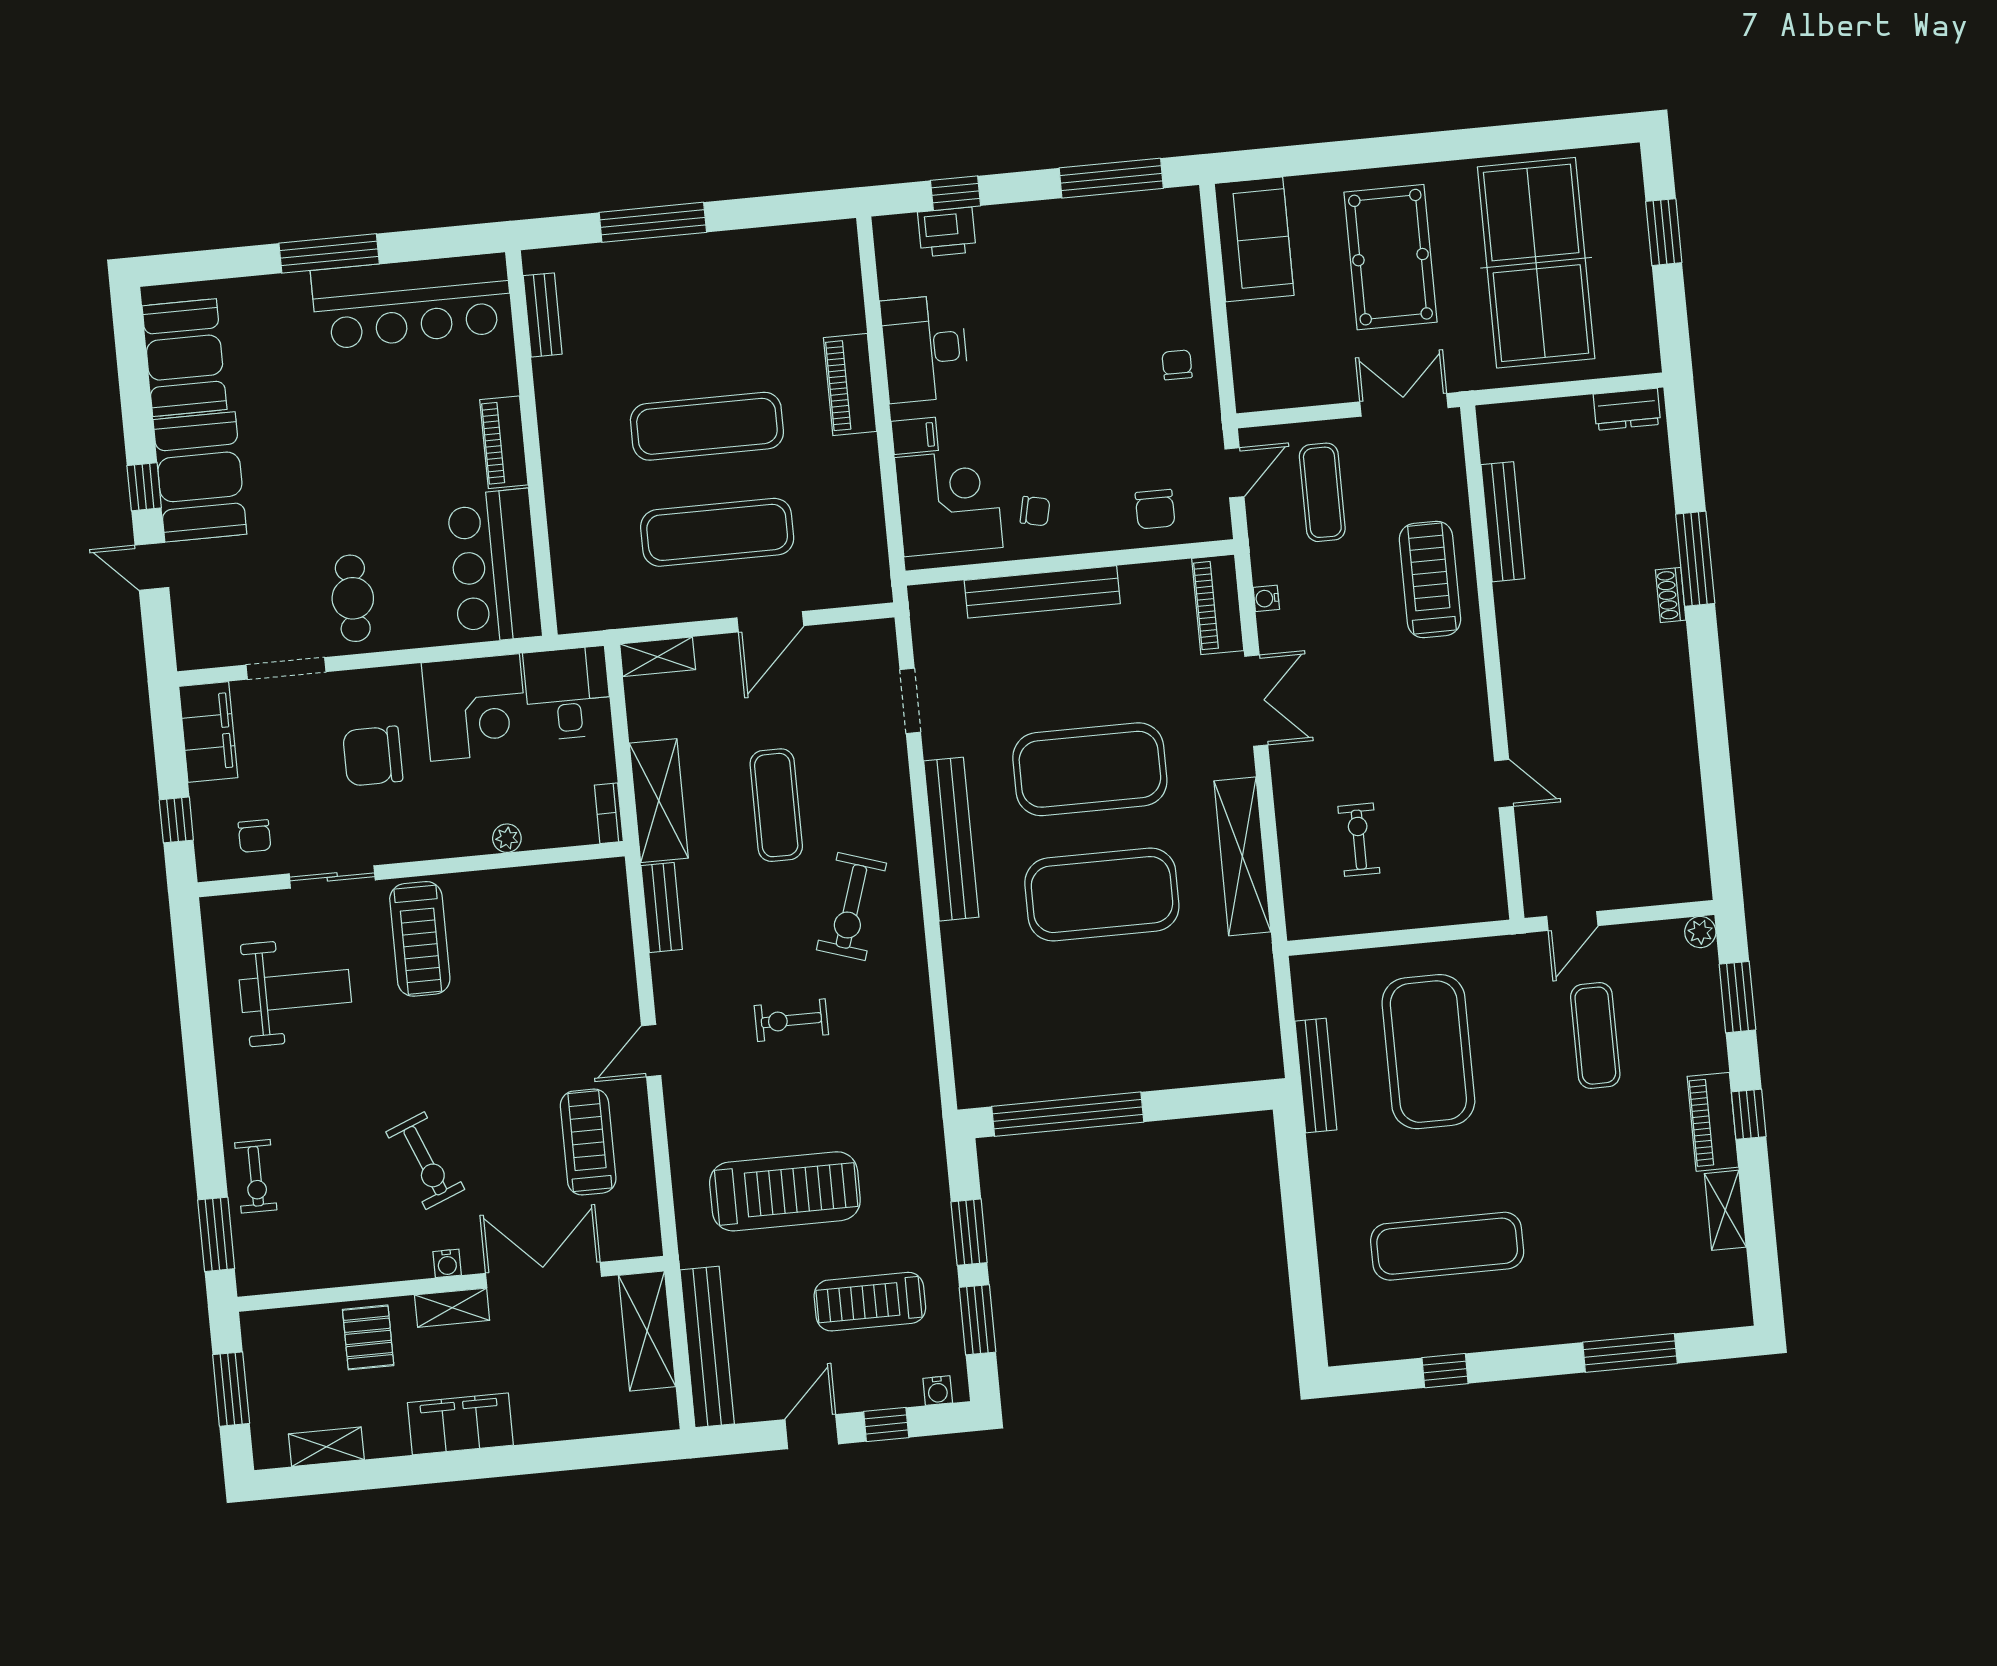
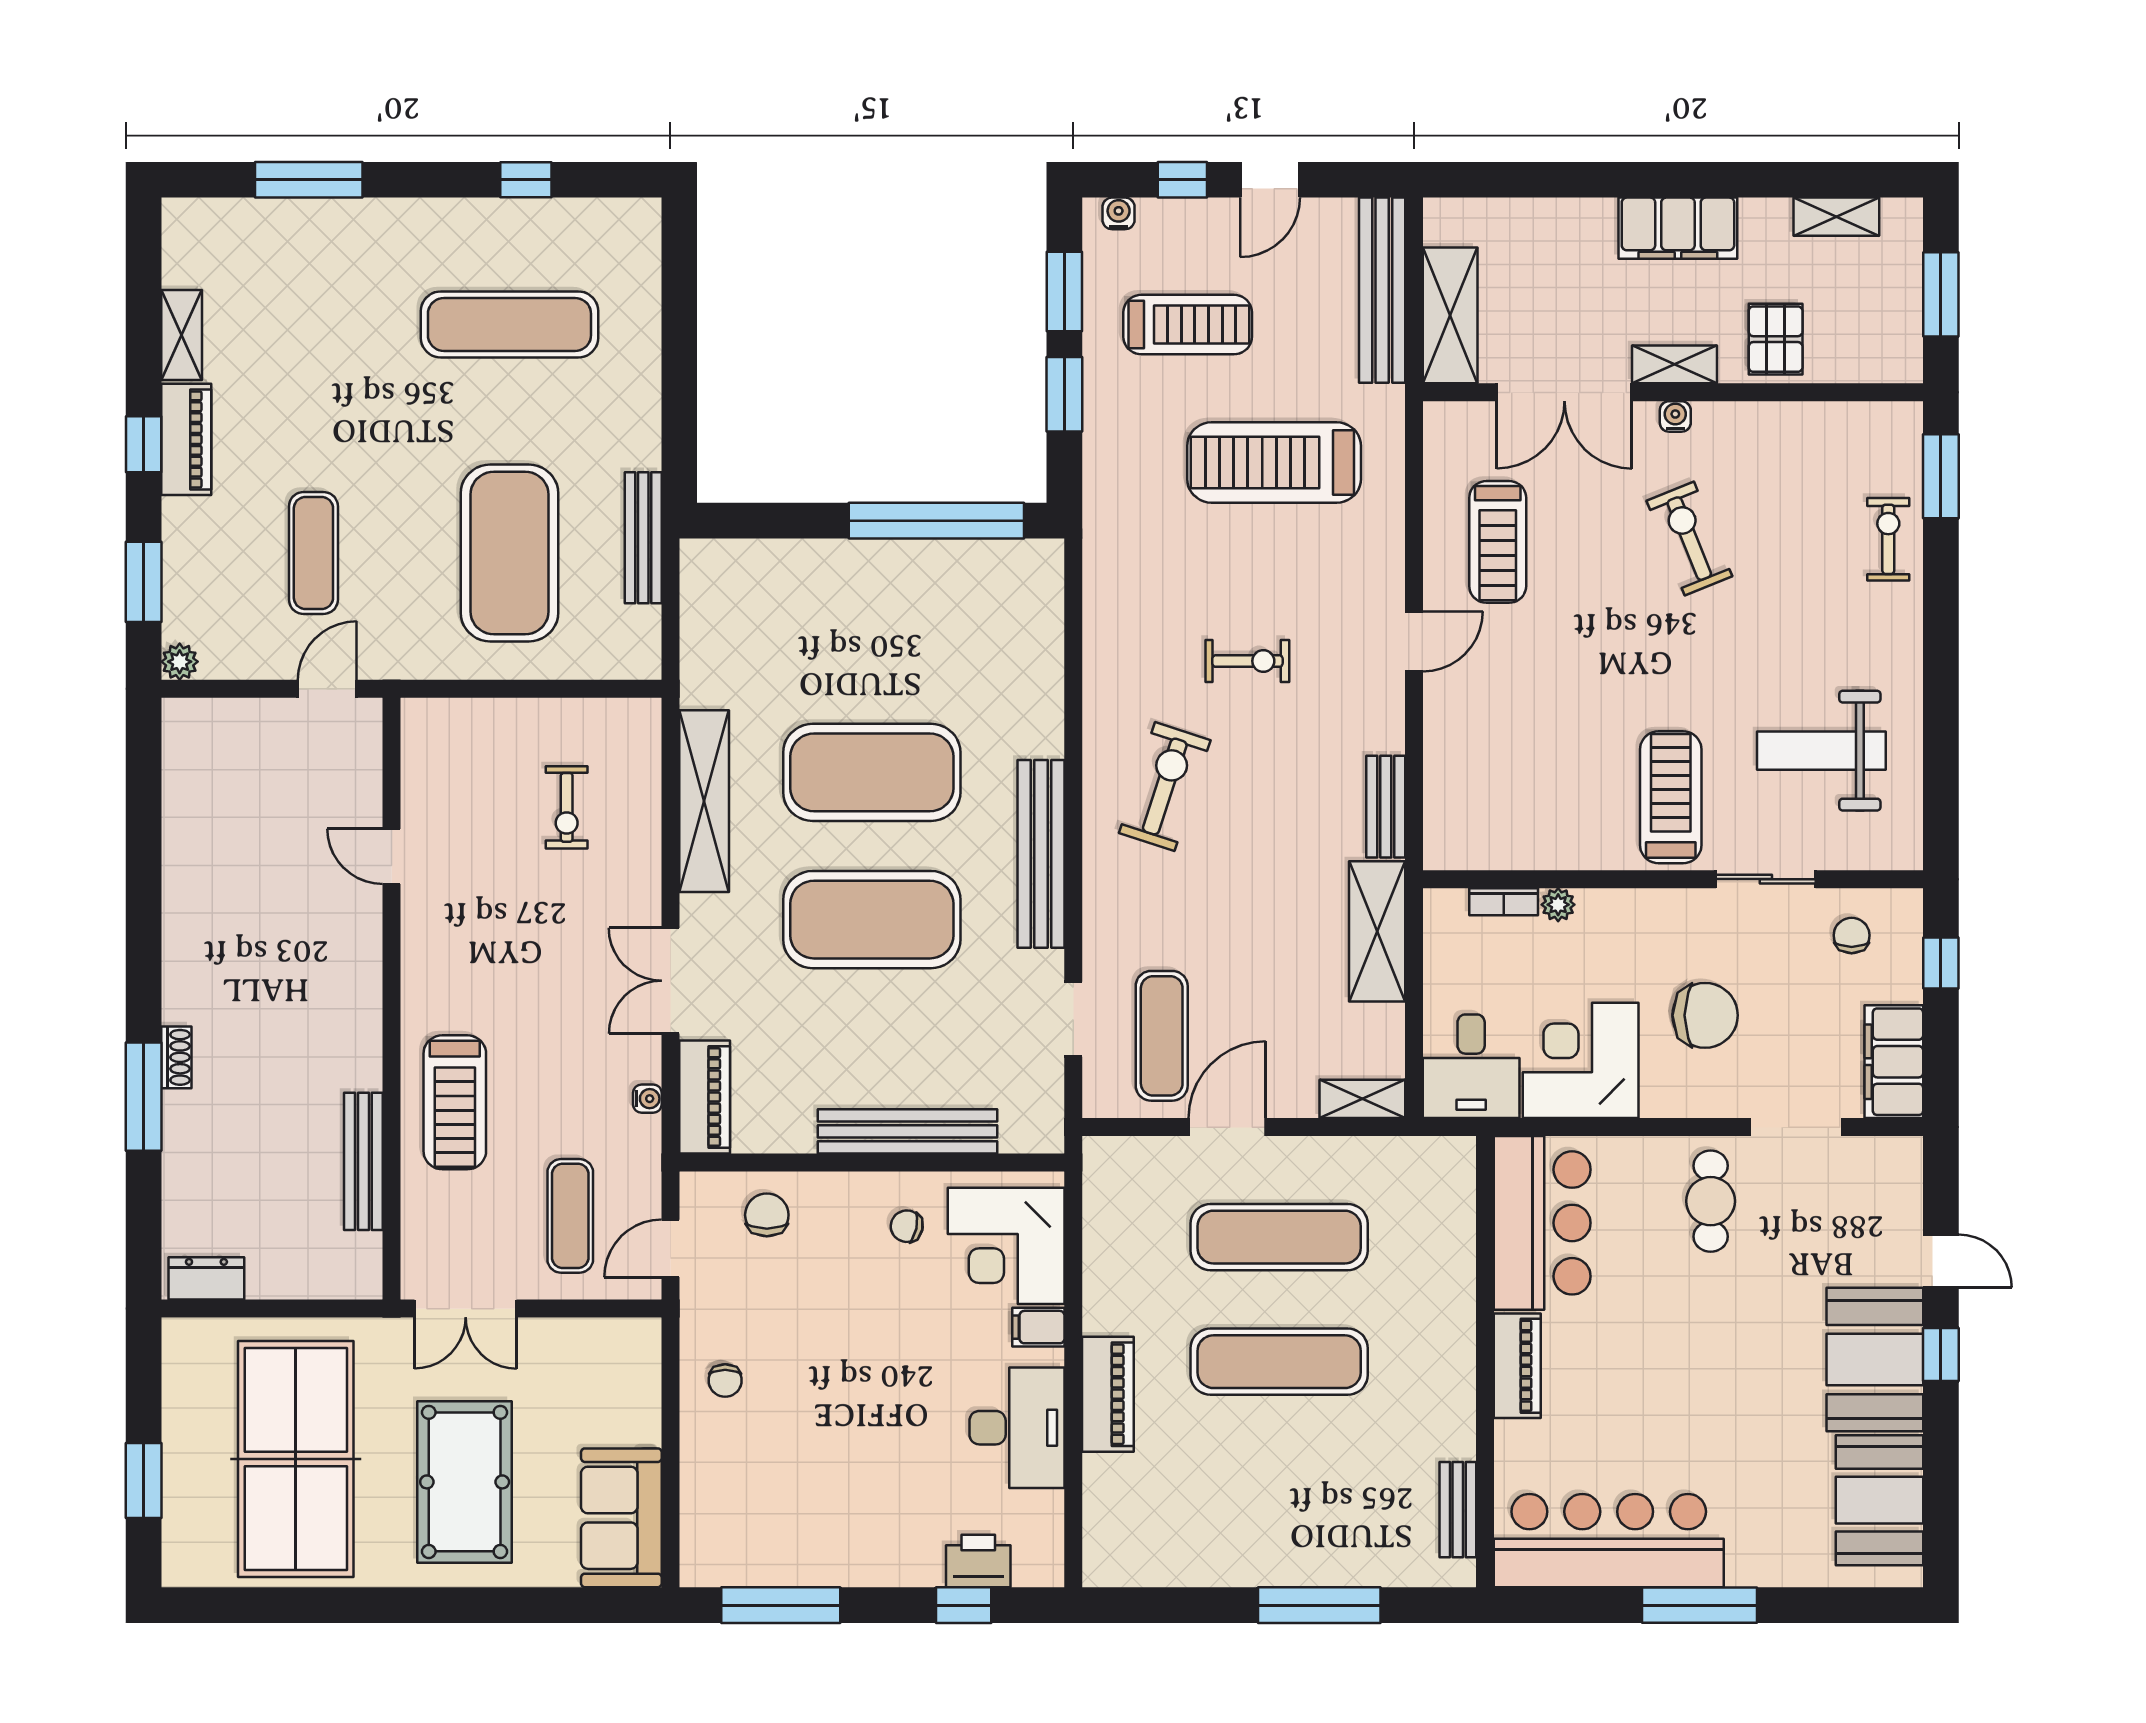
exercise mat: (776, 805) -> (1162, 1036), moved
bookcase: (609, 813) -> (1504, 902), moved, turned 90

